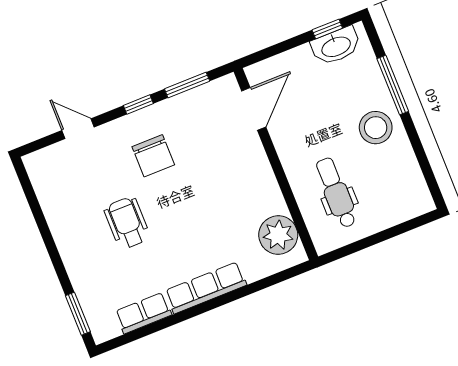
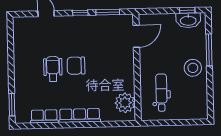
chair: (153, 156) -> (76, 66), moved, turned 90

